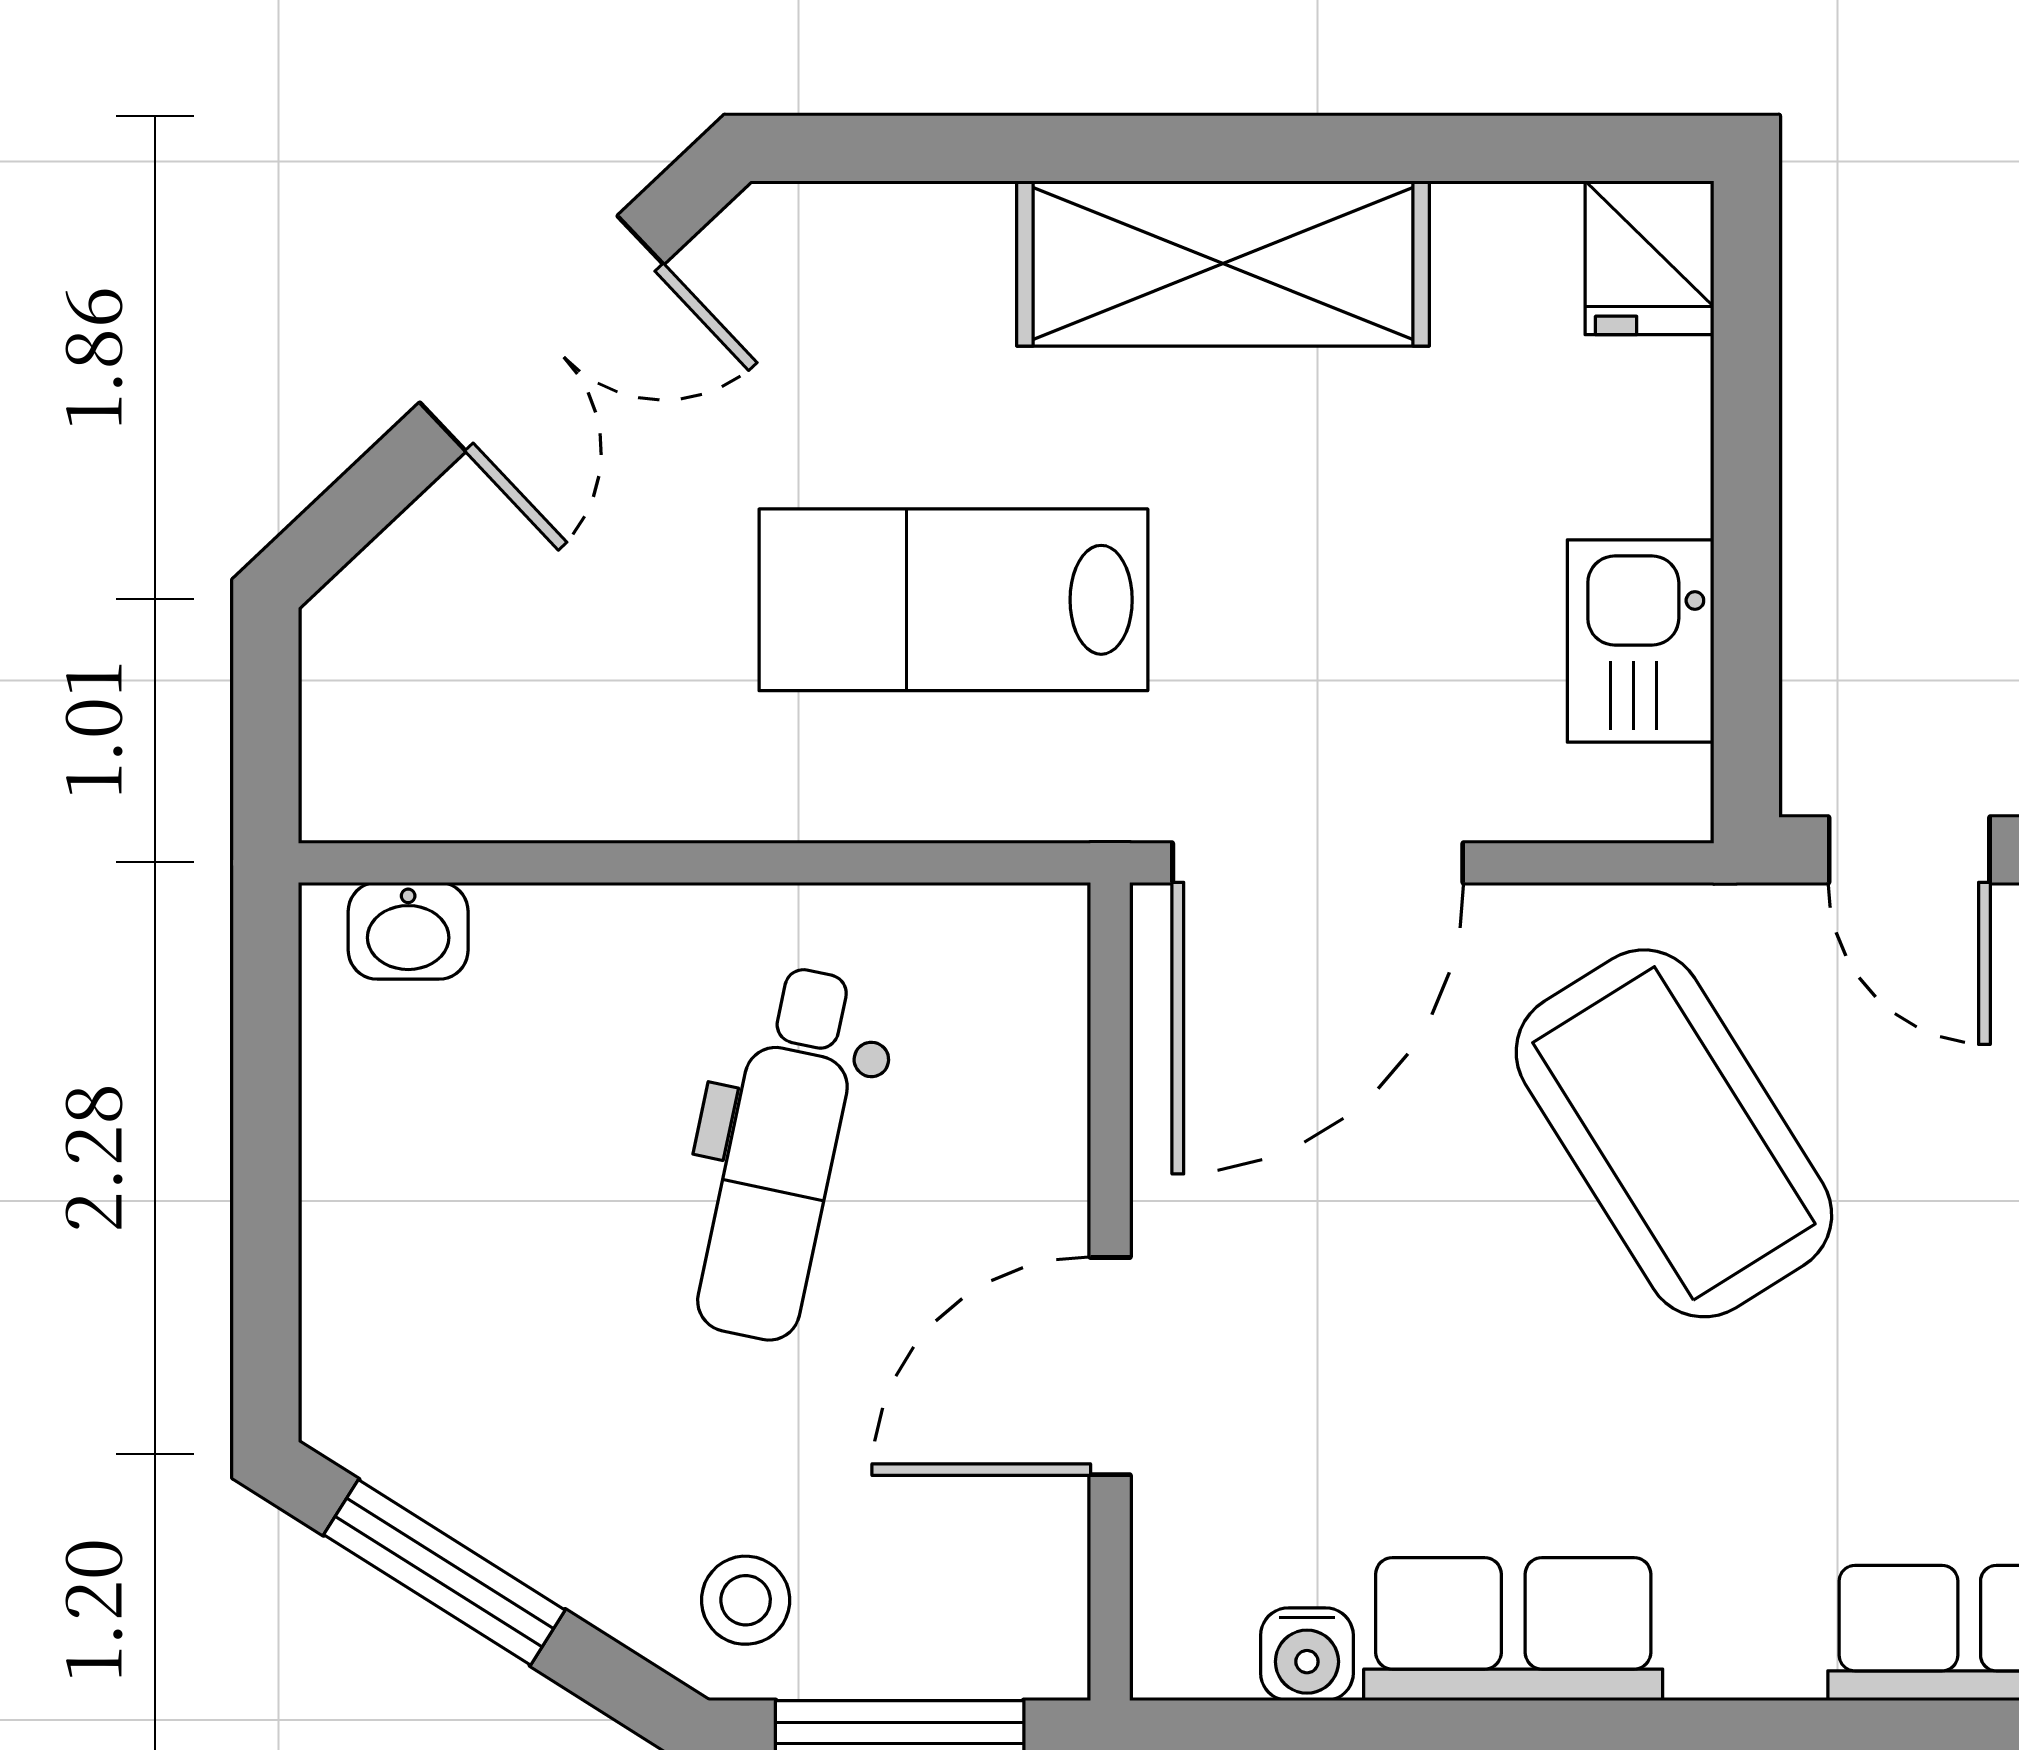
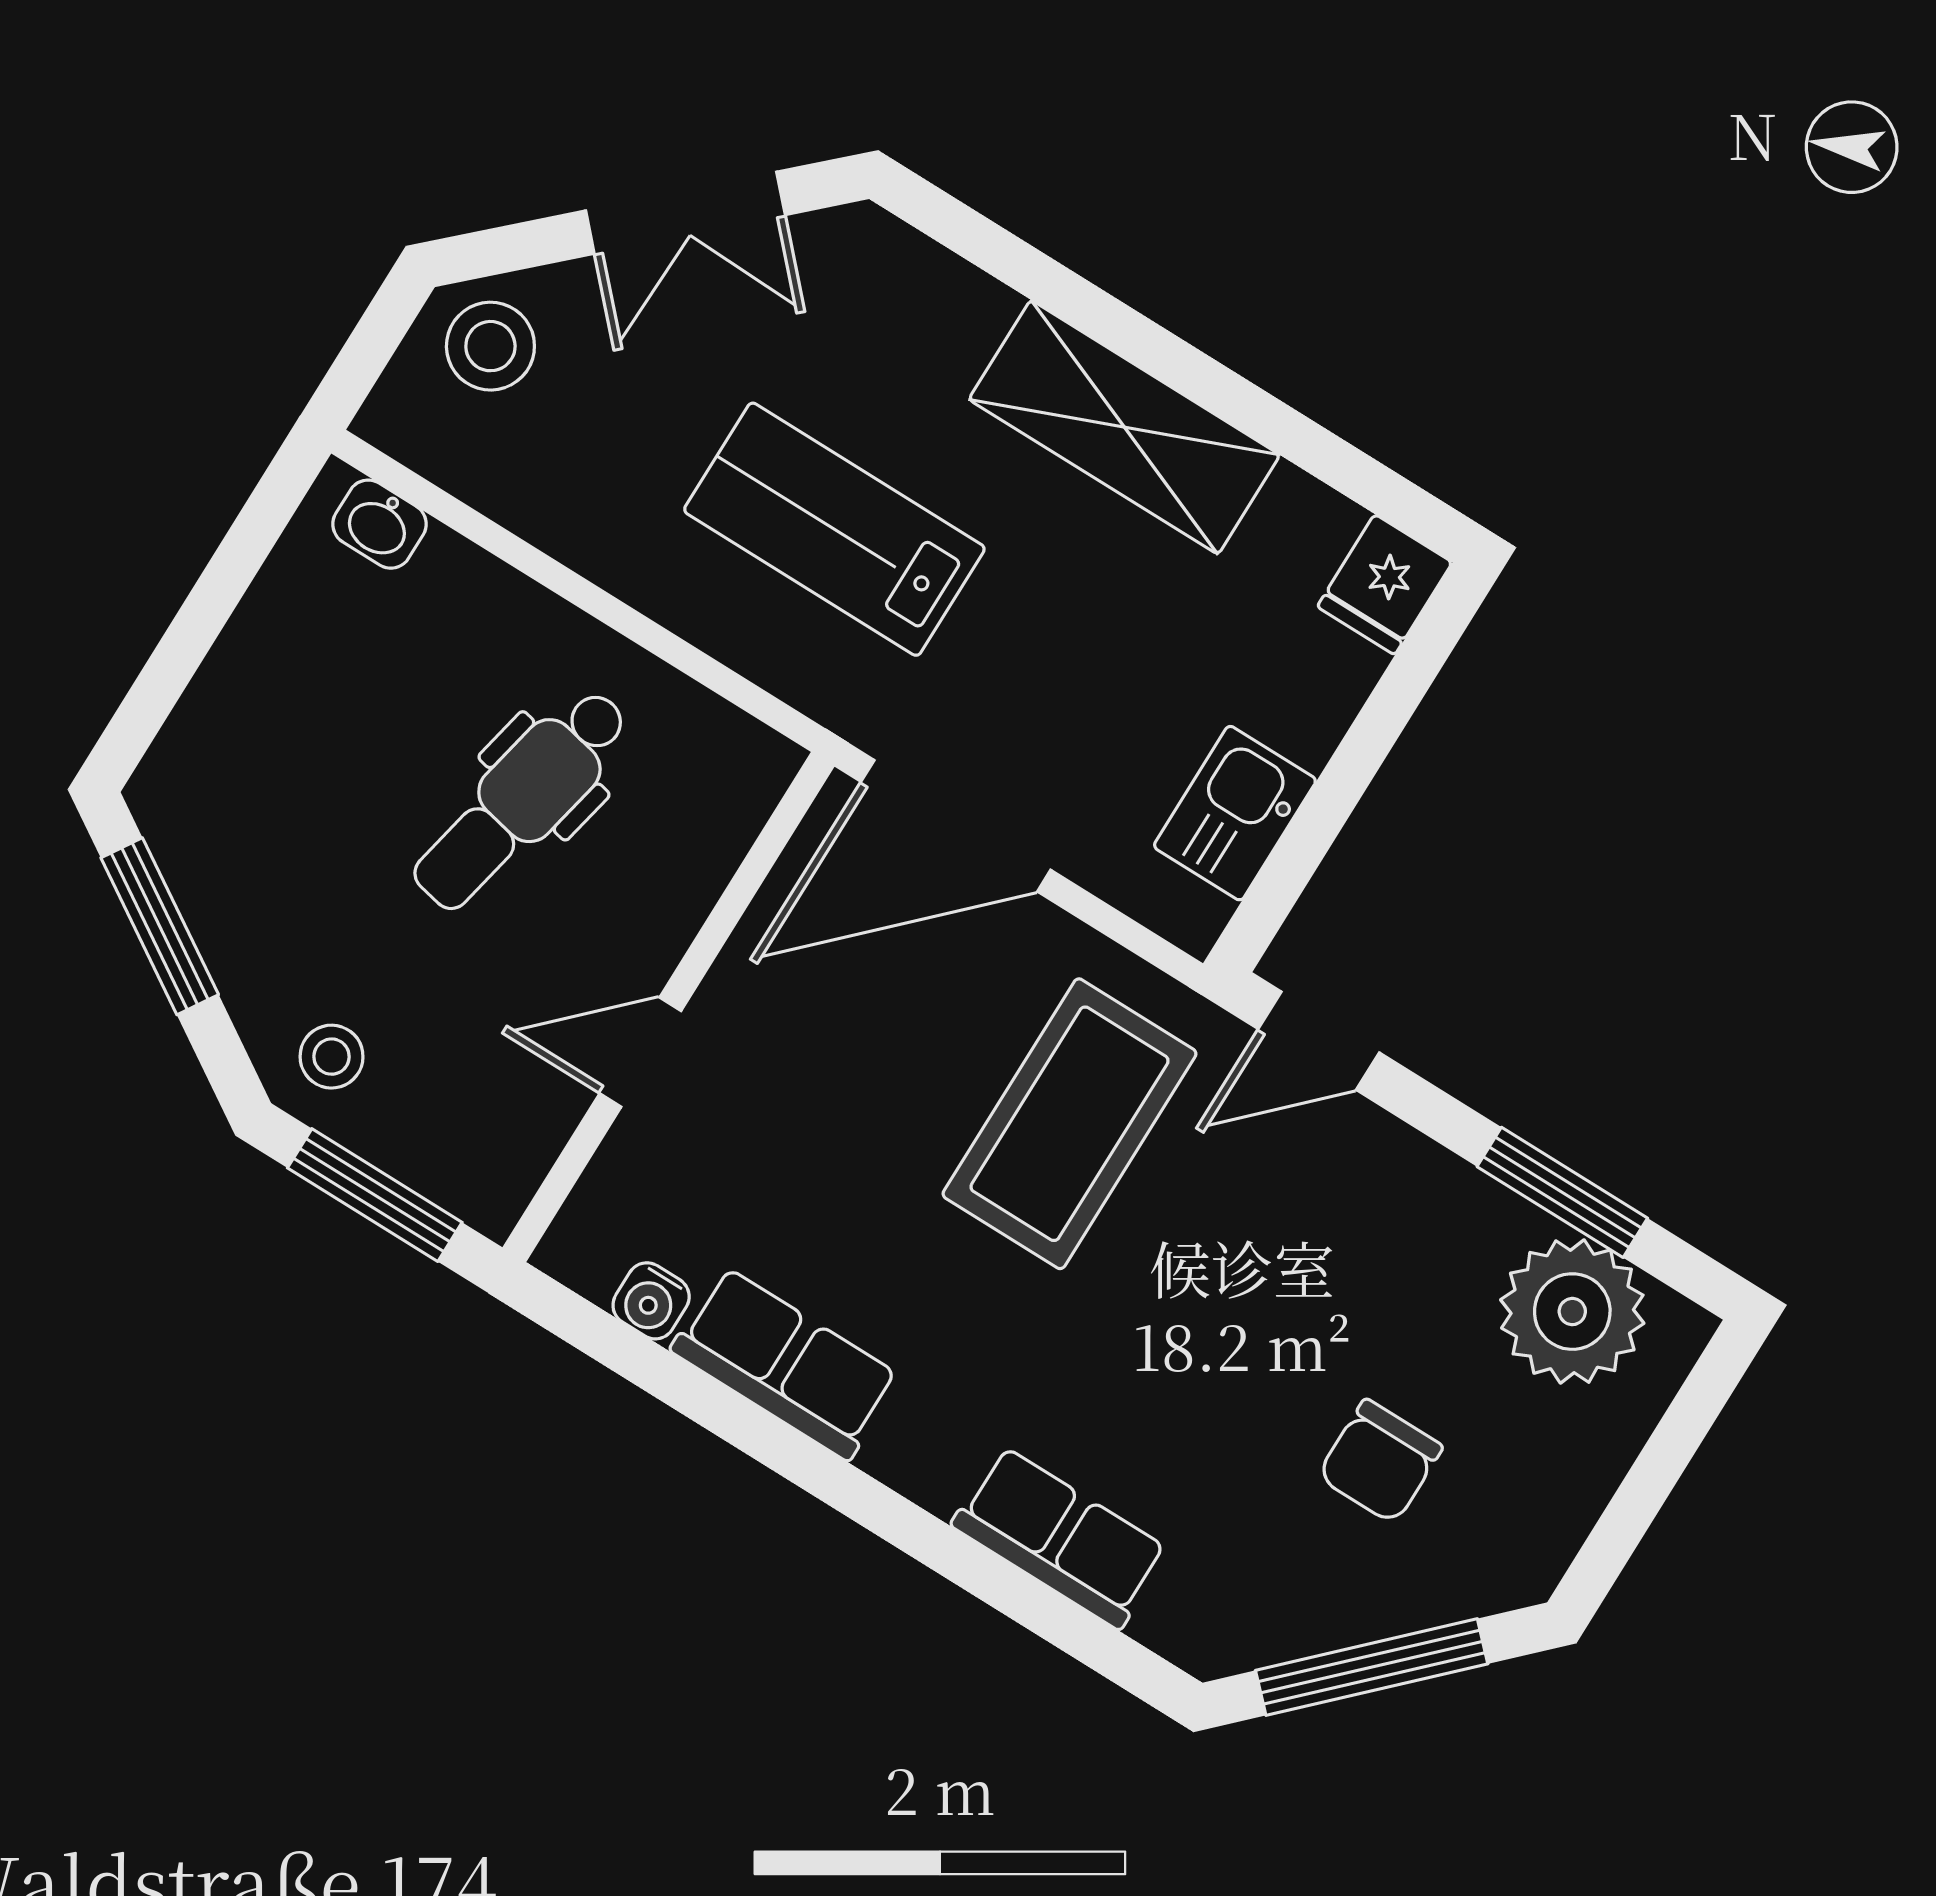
stool: (408, 637) -> (490, 346), added
door: (1909, 850) -> (1319, 1041), hinge flipped
coffee table: (1674, 1133) -> (1070, 1124), turned 32
door: (1110, 1366) -> (640, 1052), width x0.73

